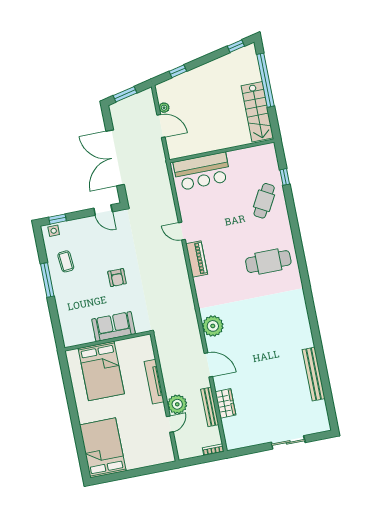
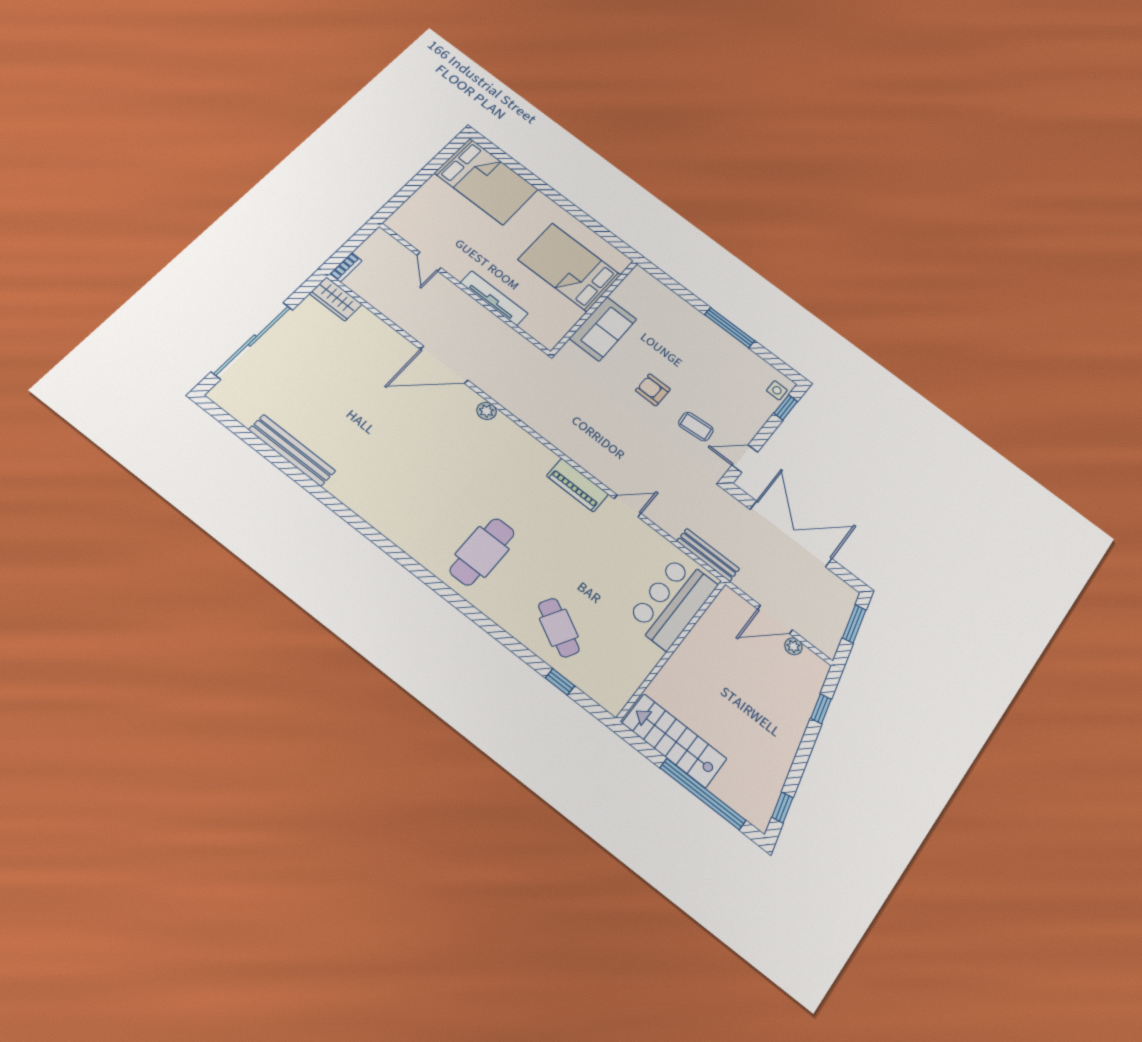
coffee table: (66, 261) -> (696, 427), moved
plant: (213, 326) -> (487, 411), width x0.53, depth x0.53
door: (208, 365) -> (444, 365), width x1.36
wardrobe: (225, 403) -> (336, 299), moved
plant: (177, 404) -> (441, 291), removed
bench: (210, 407) -> (708, 555), moved
sliding door: (288, 442) -> (252, 341), width x1.86

